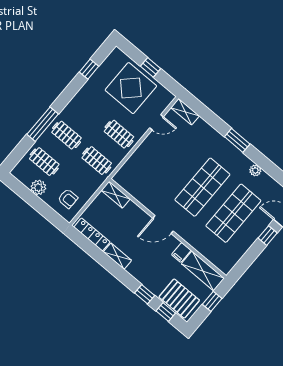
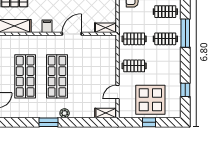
window: (237, 140) -> (49, 122), moved
plant: (255, 170) -> (65, 113), moved
door: (163, 225) -> (72, 34), moved
filing cabinet: (181, 252) -> (47, 26), moved

